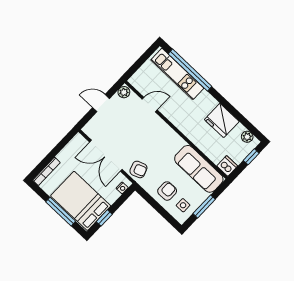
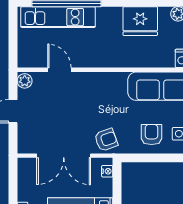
door: (150, 105) -> (59, 70), hinge flipped

